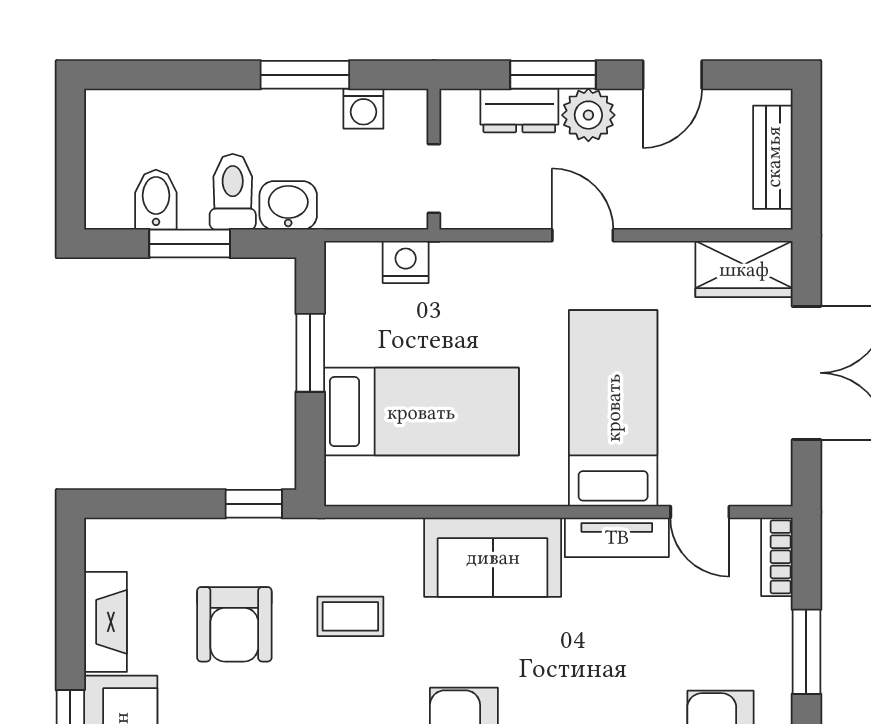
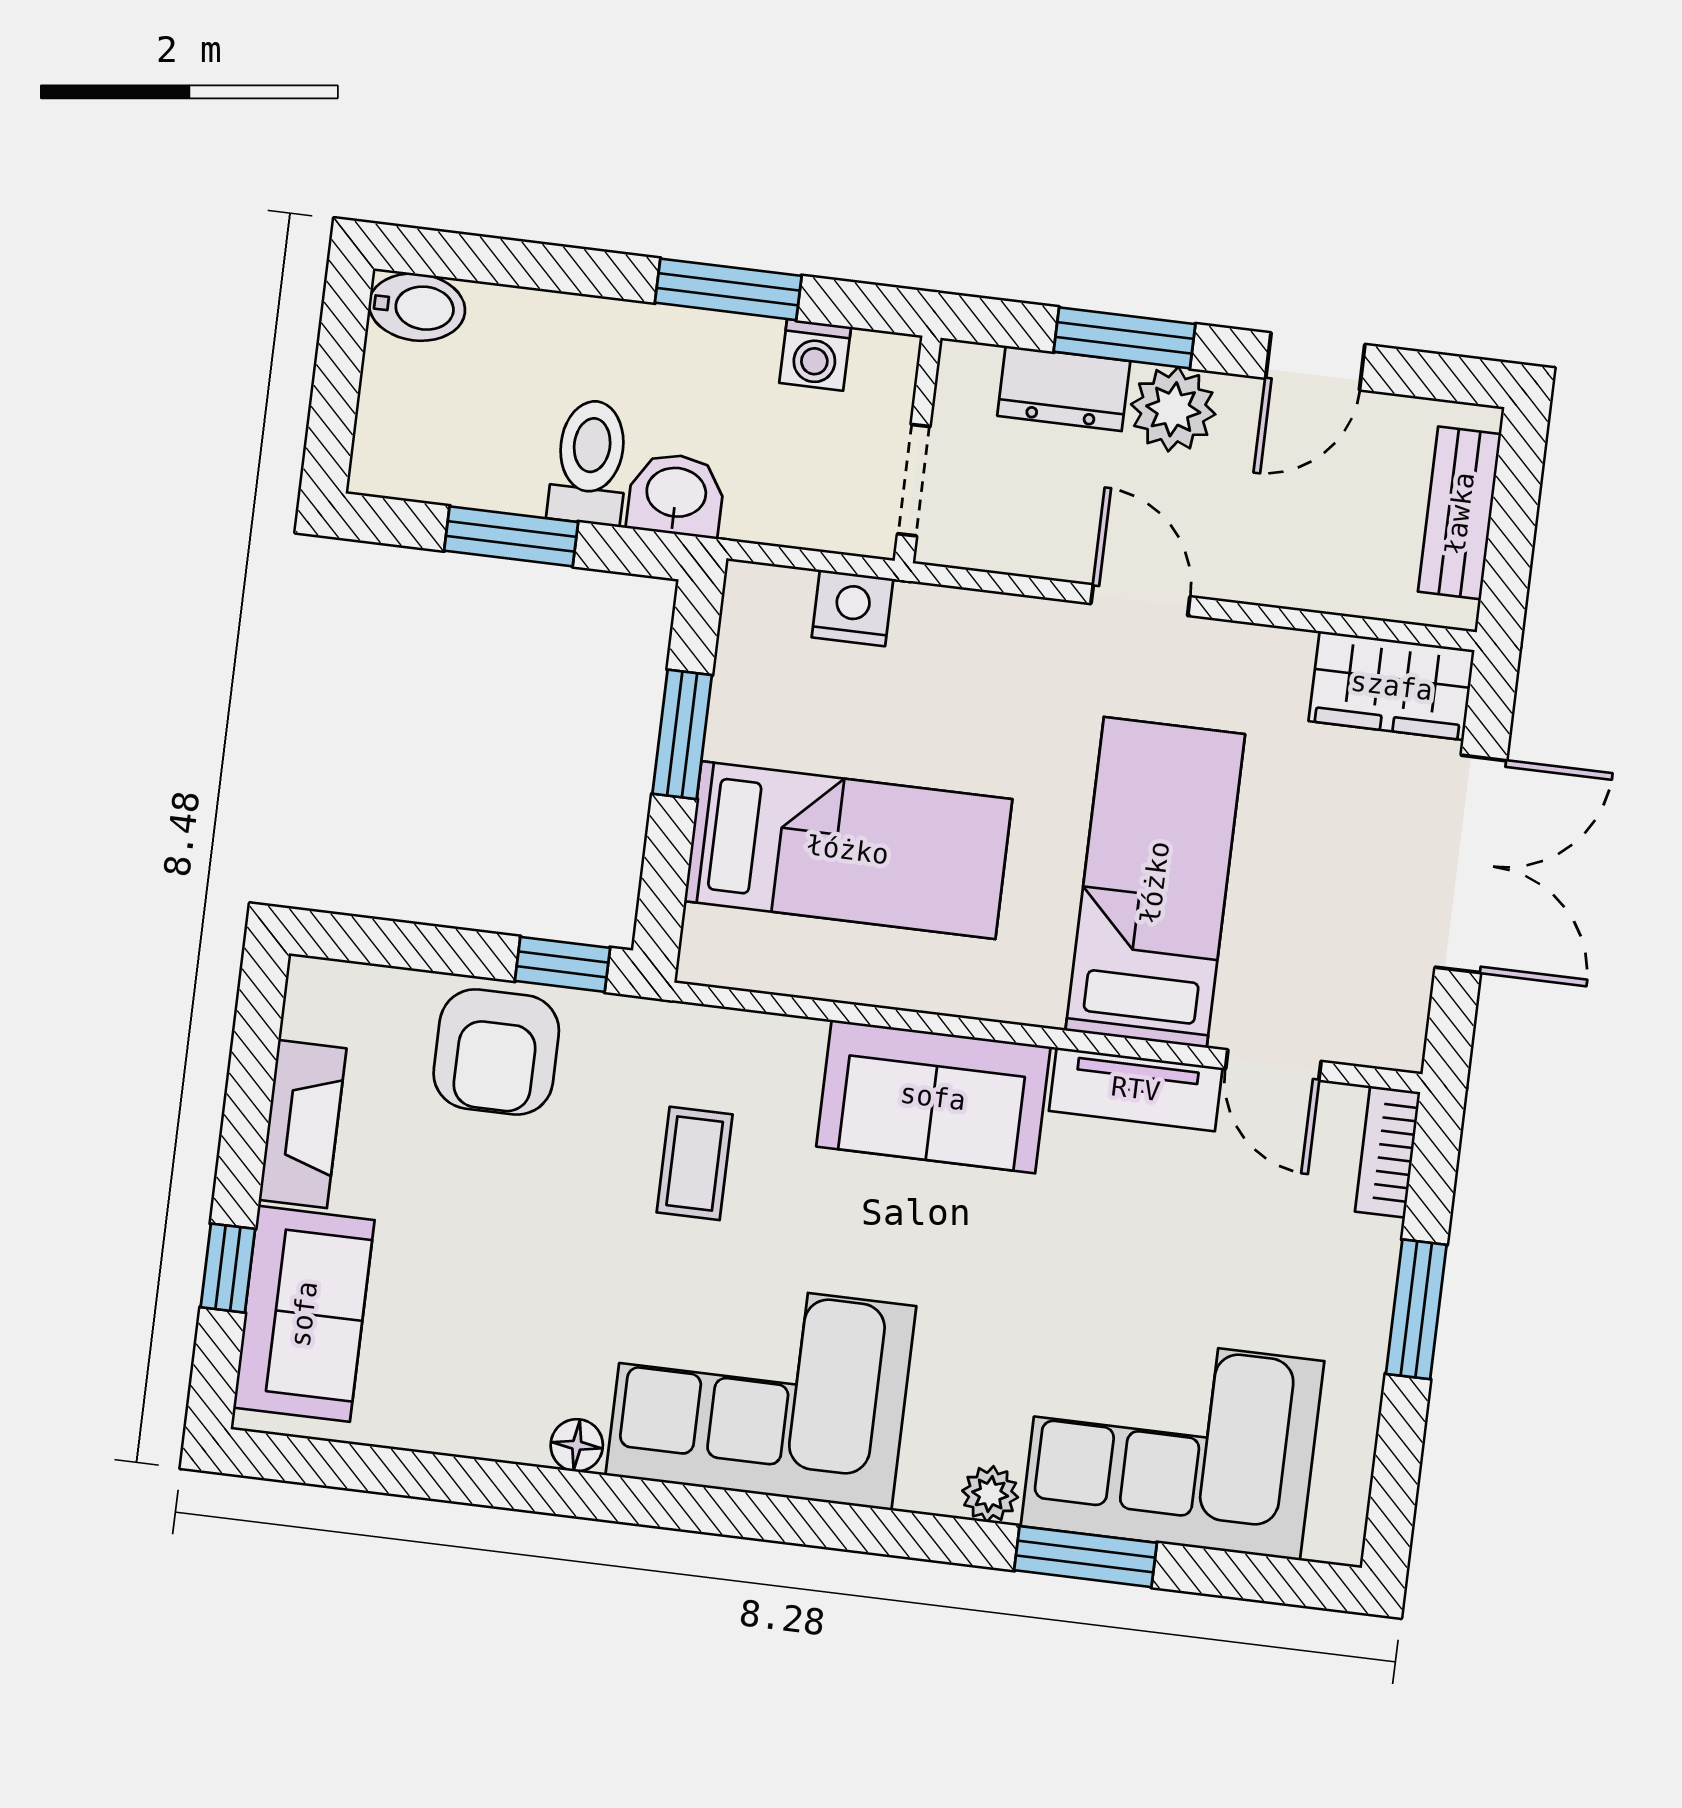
bidet: (156, 200) -> (417, 307), moved, turned 90
coffee table: (350, 616) -> (695, 1163), turned 90
armchair: (234, 624) -> (496, 1052), moved

